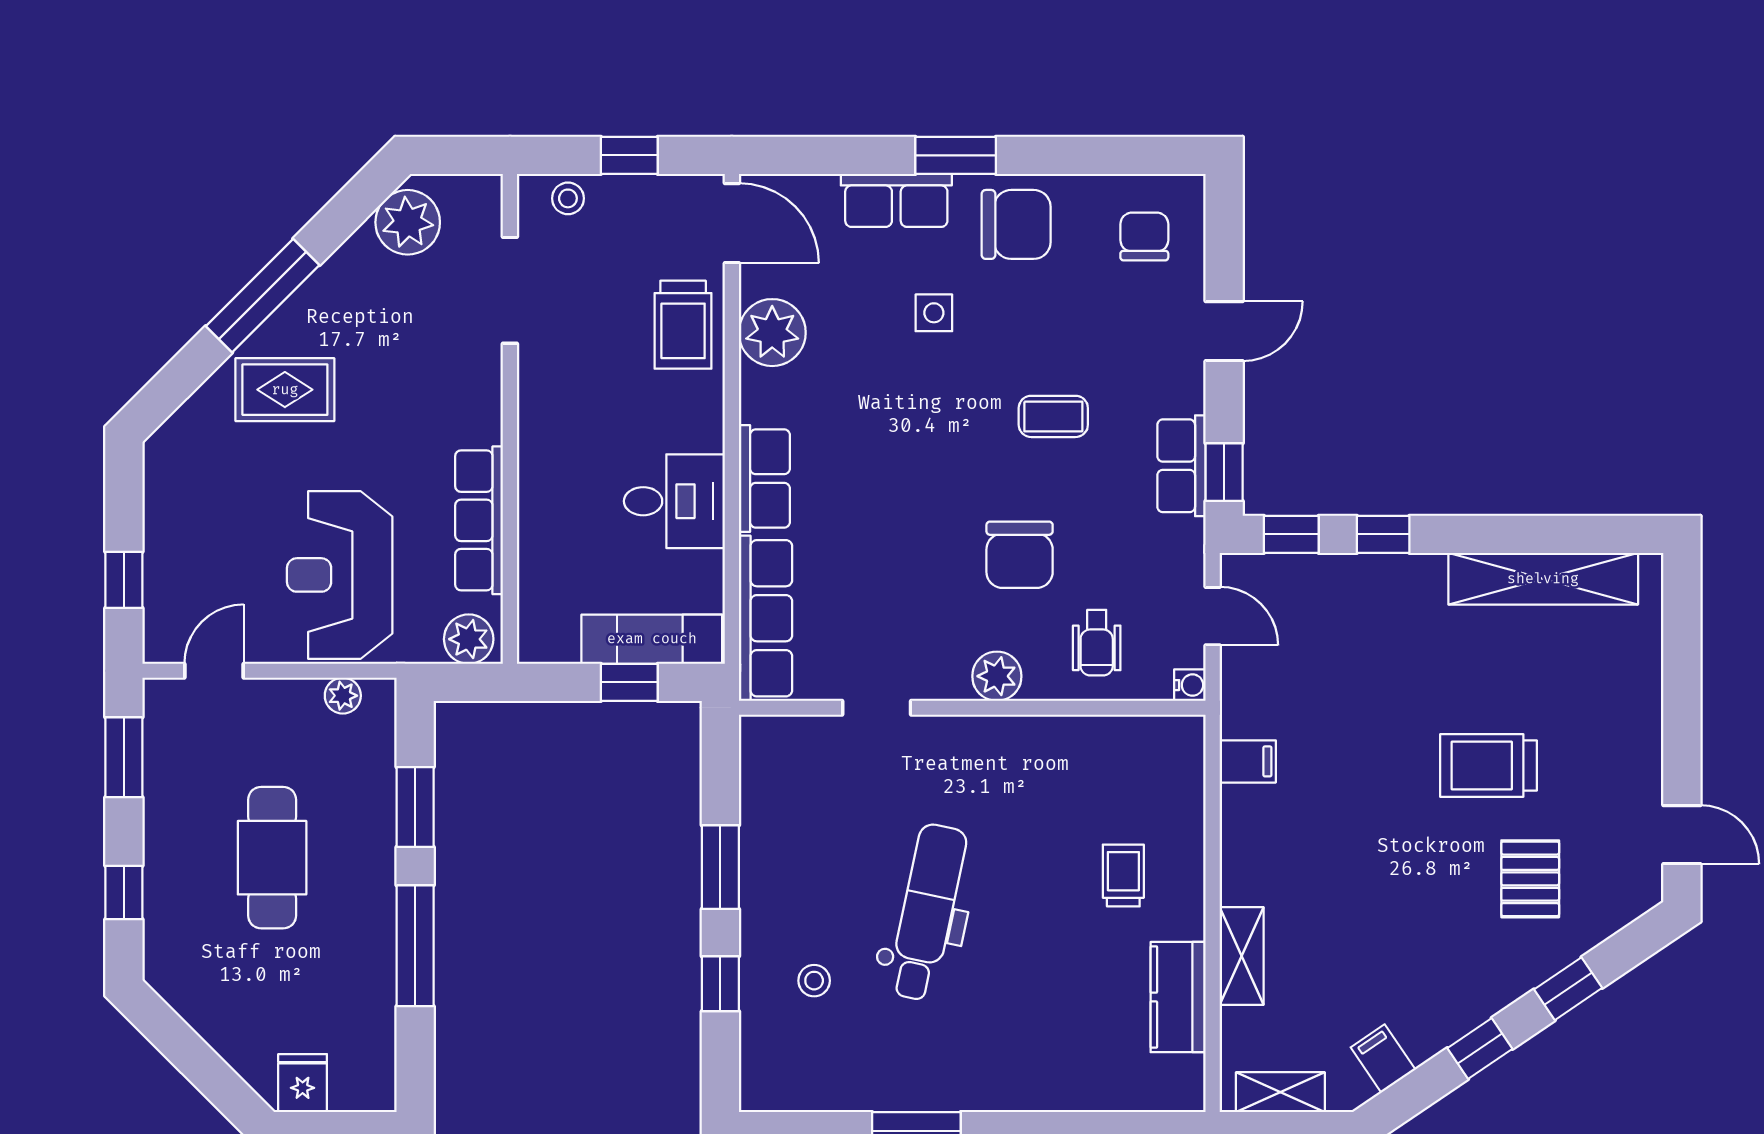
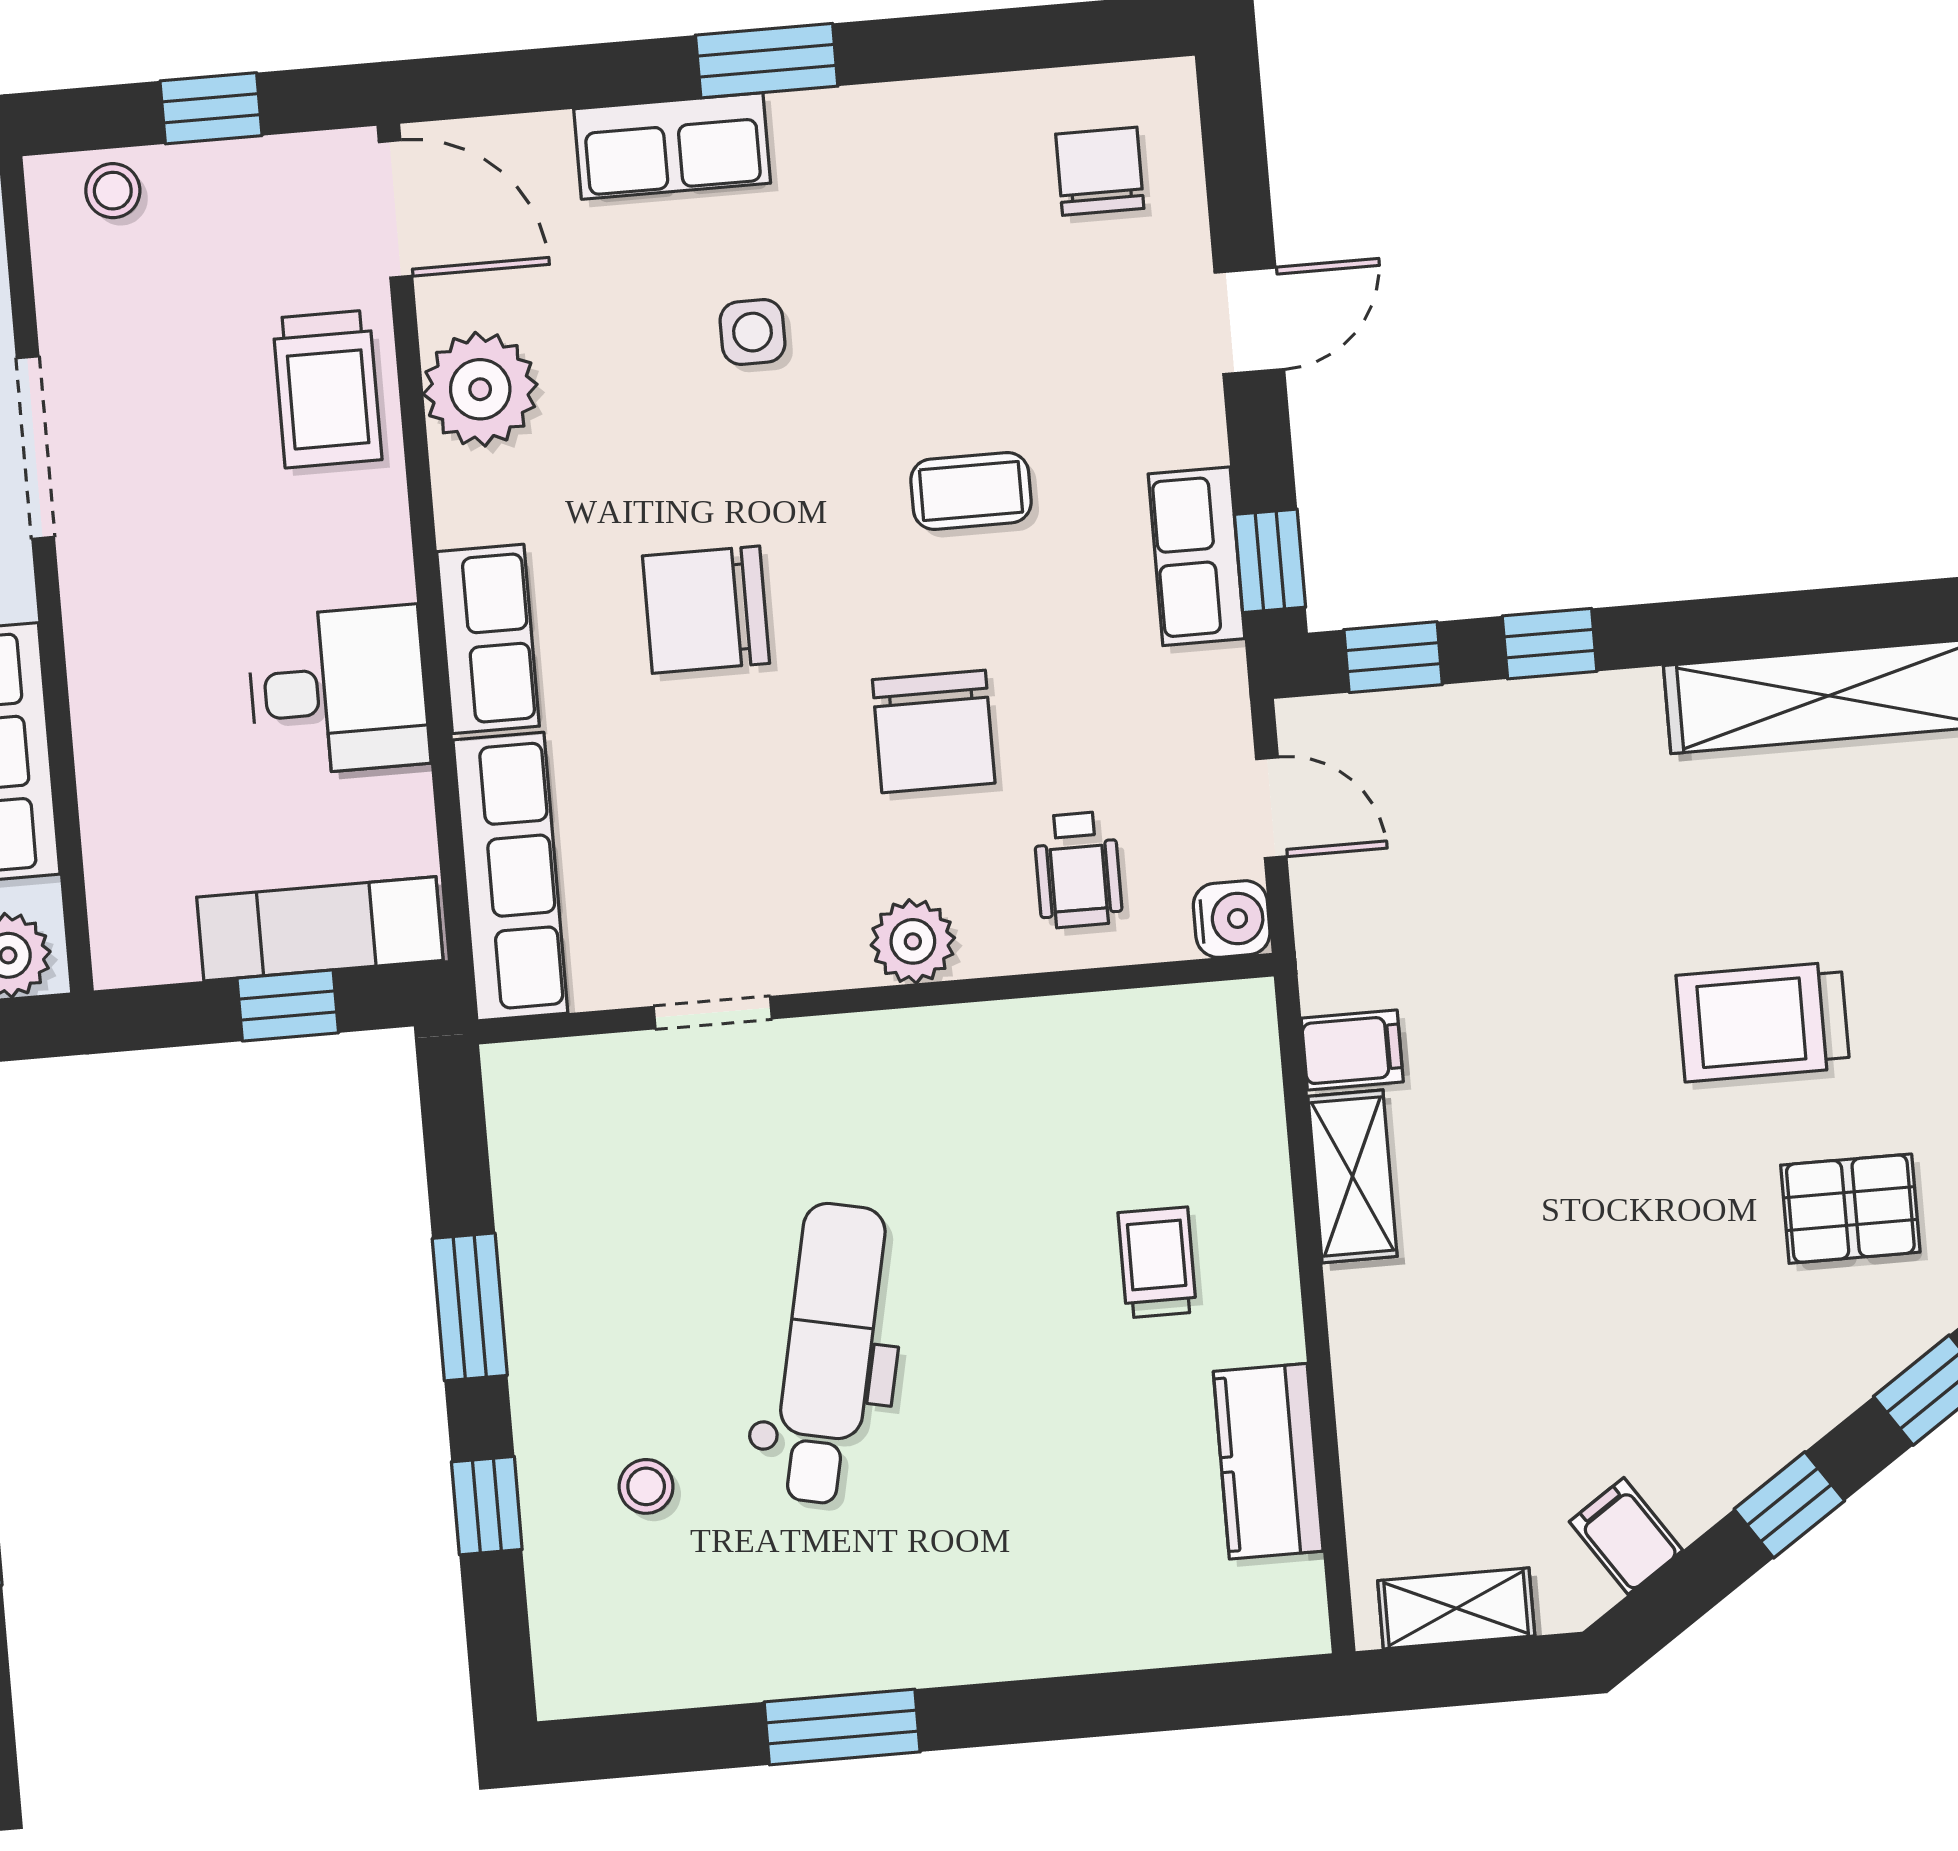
chair: (1016, 224) -> (706, 610), moved, turned 180
doorway: (510, 290) -> (35, 448), moved
water cooler: (1190, 685) -> (1232, 919), width x1.38, depth x1.38
pallet: (1530, 879) -> (1850, 1209), turned 90
shelving: (1242, 956) -> (1353, 1176), moved

